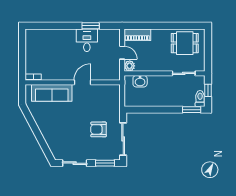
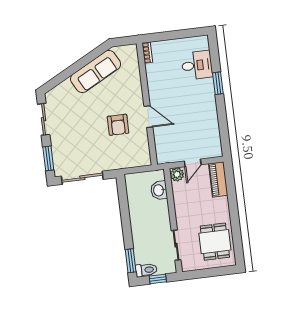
window: (91, 26) -> (218, 83), moved
desk: (87, 40) -> (197, 65), moved
sofa: (52, 93) -> (96, 71), moved, turned -118
armchair: (98, 129) -> (118, 125), moved, turned 180

